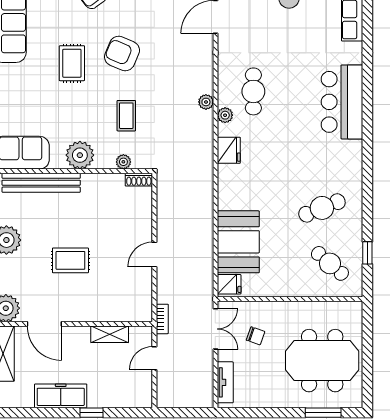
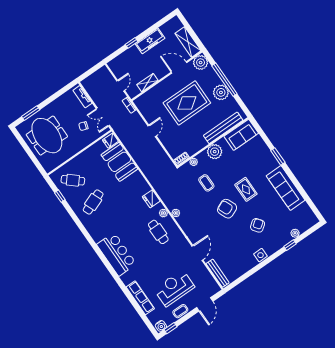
armchair: (122, 54) -> (227, 209), turned -136
rug: (70, 260) -> (187, 103), width x1.86, depth x2.06
meeting table: (322, 361) -> (47, 136), turned 90

